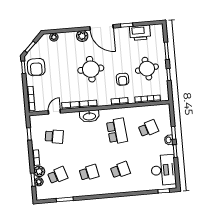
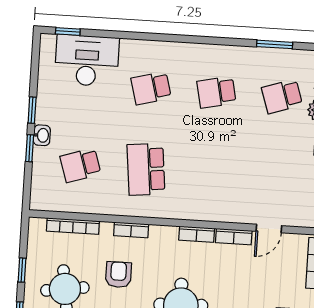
washbasin: (89, 116) -> (198, 209), removed
school desk: (54, 137) -> (277, 178), removed
desk: (163, 170) -> (87, 60), moved, turned 90

